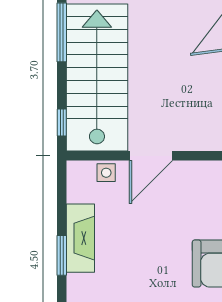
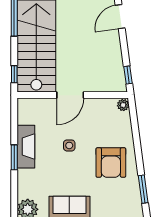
side table: (106, 173) -> (69, 145), moved

